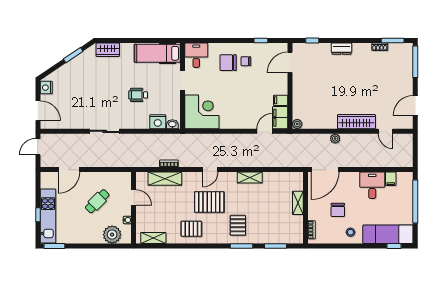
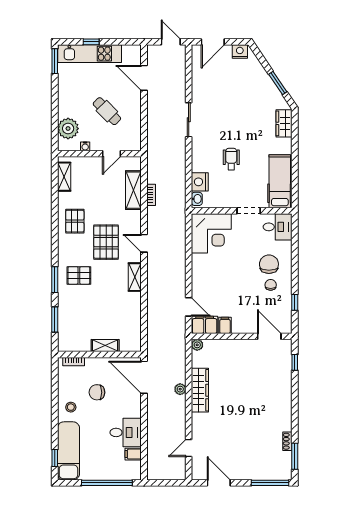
dresser: (342, 49) -> (285, 397), removed
wardrobe: (356, 122) -> (200, 390), moved
shelving: (250, 177) -> (135, 277), moved

